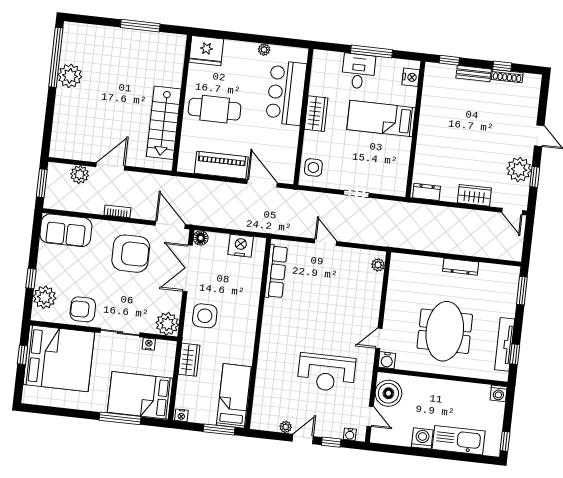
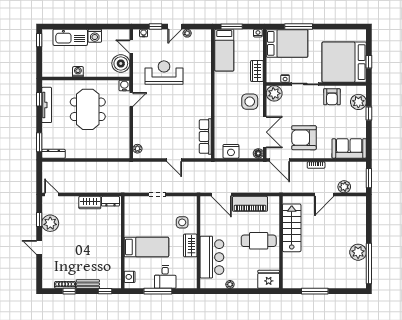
side table: (313, 167) -> (182, 222), moved
wardrobe: (474, 195) -> (90, 203), moved
dresser: (461, 267) -> (53, 154), moved
armchair: (83, 309) -> (332, 97), turned 90
washing machine: (499, 393) -> (78, 72), moved

